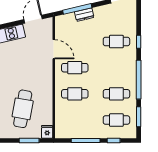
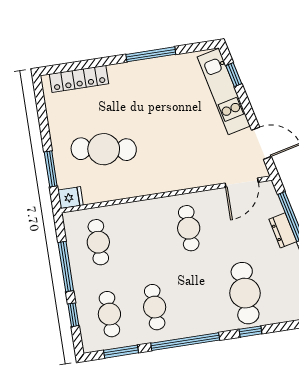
cafe table: (116, 42) -> (245, 293), width x1.37, depth x1.35
door: (54, 49) -> (242, 183), moved
cafe table: (75, 94) -> (98, 242), moved

